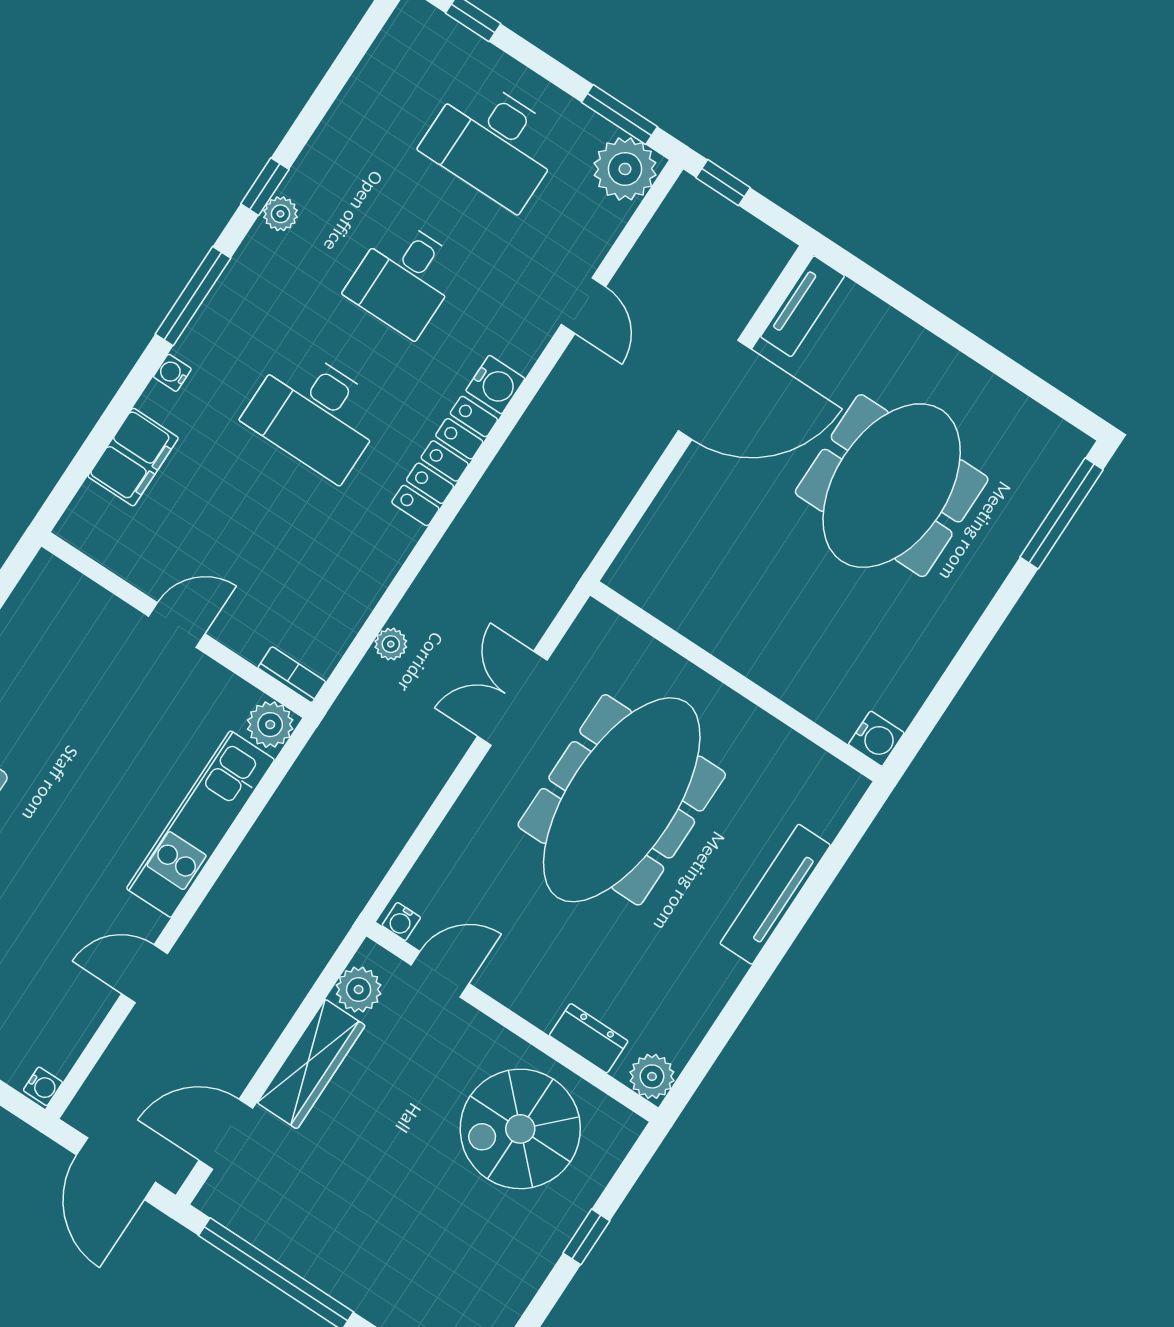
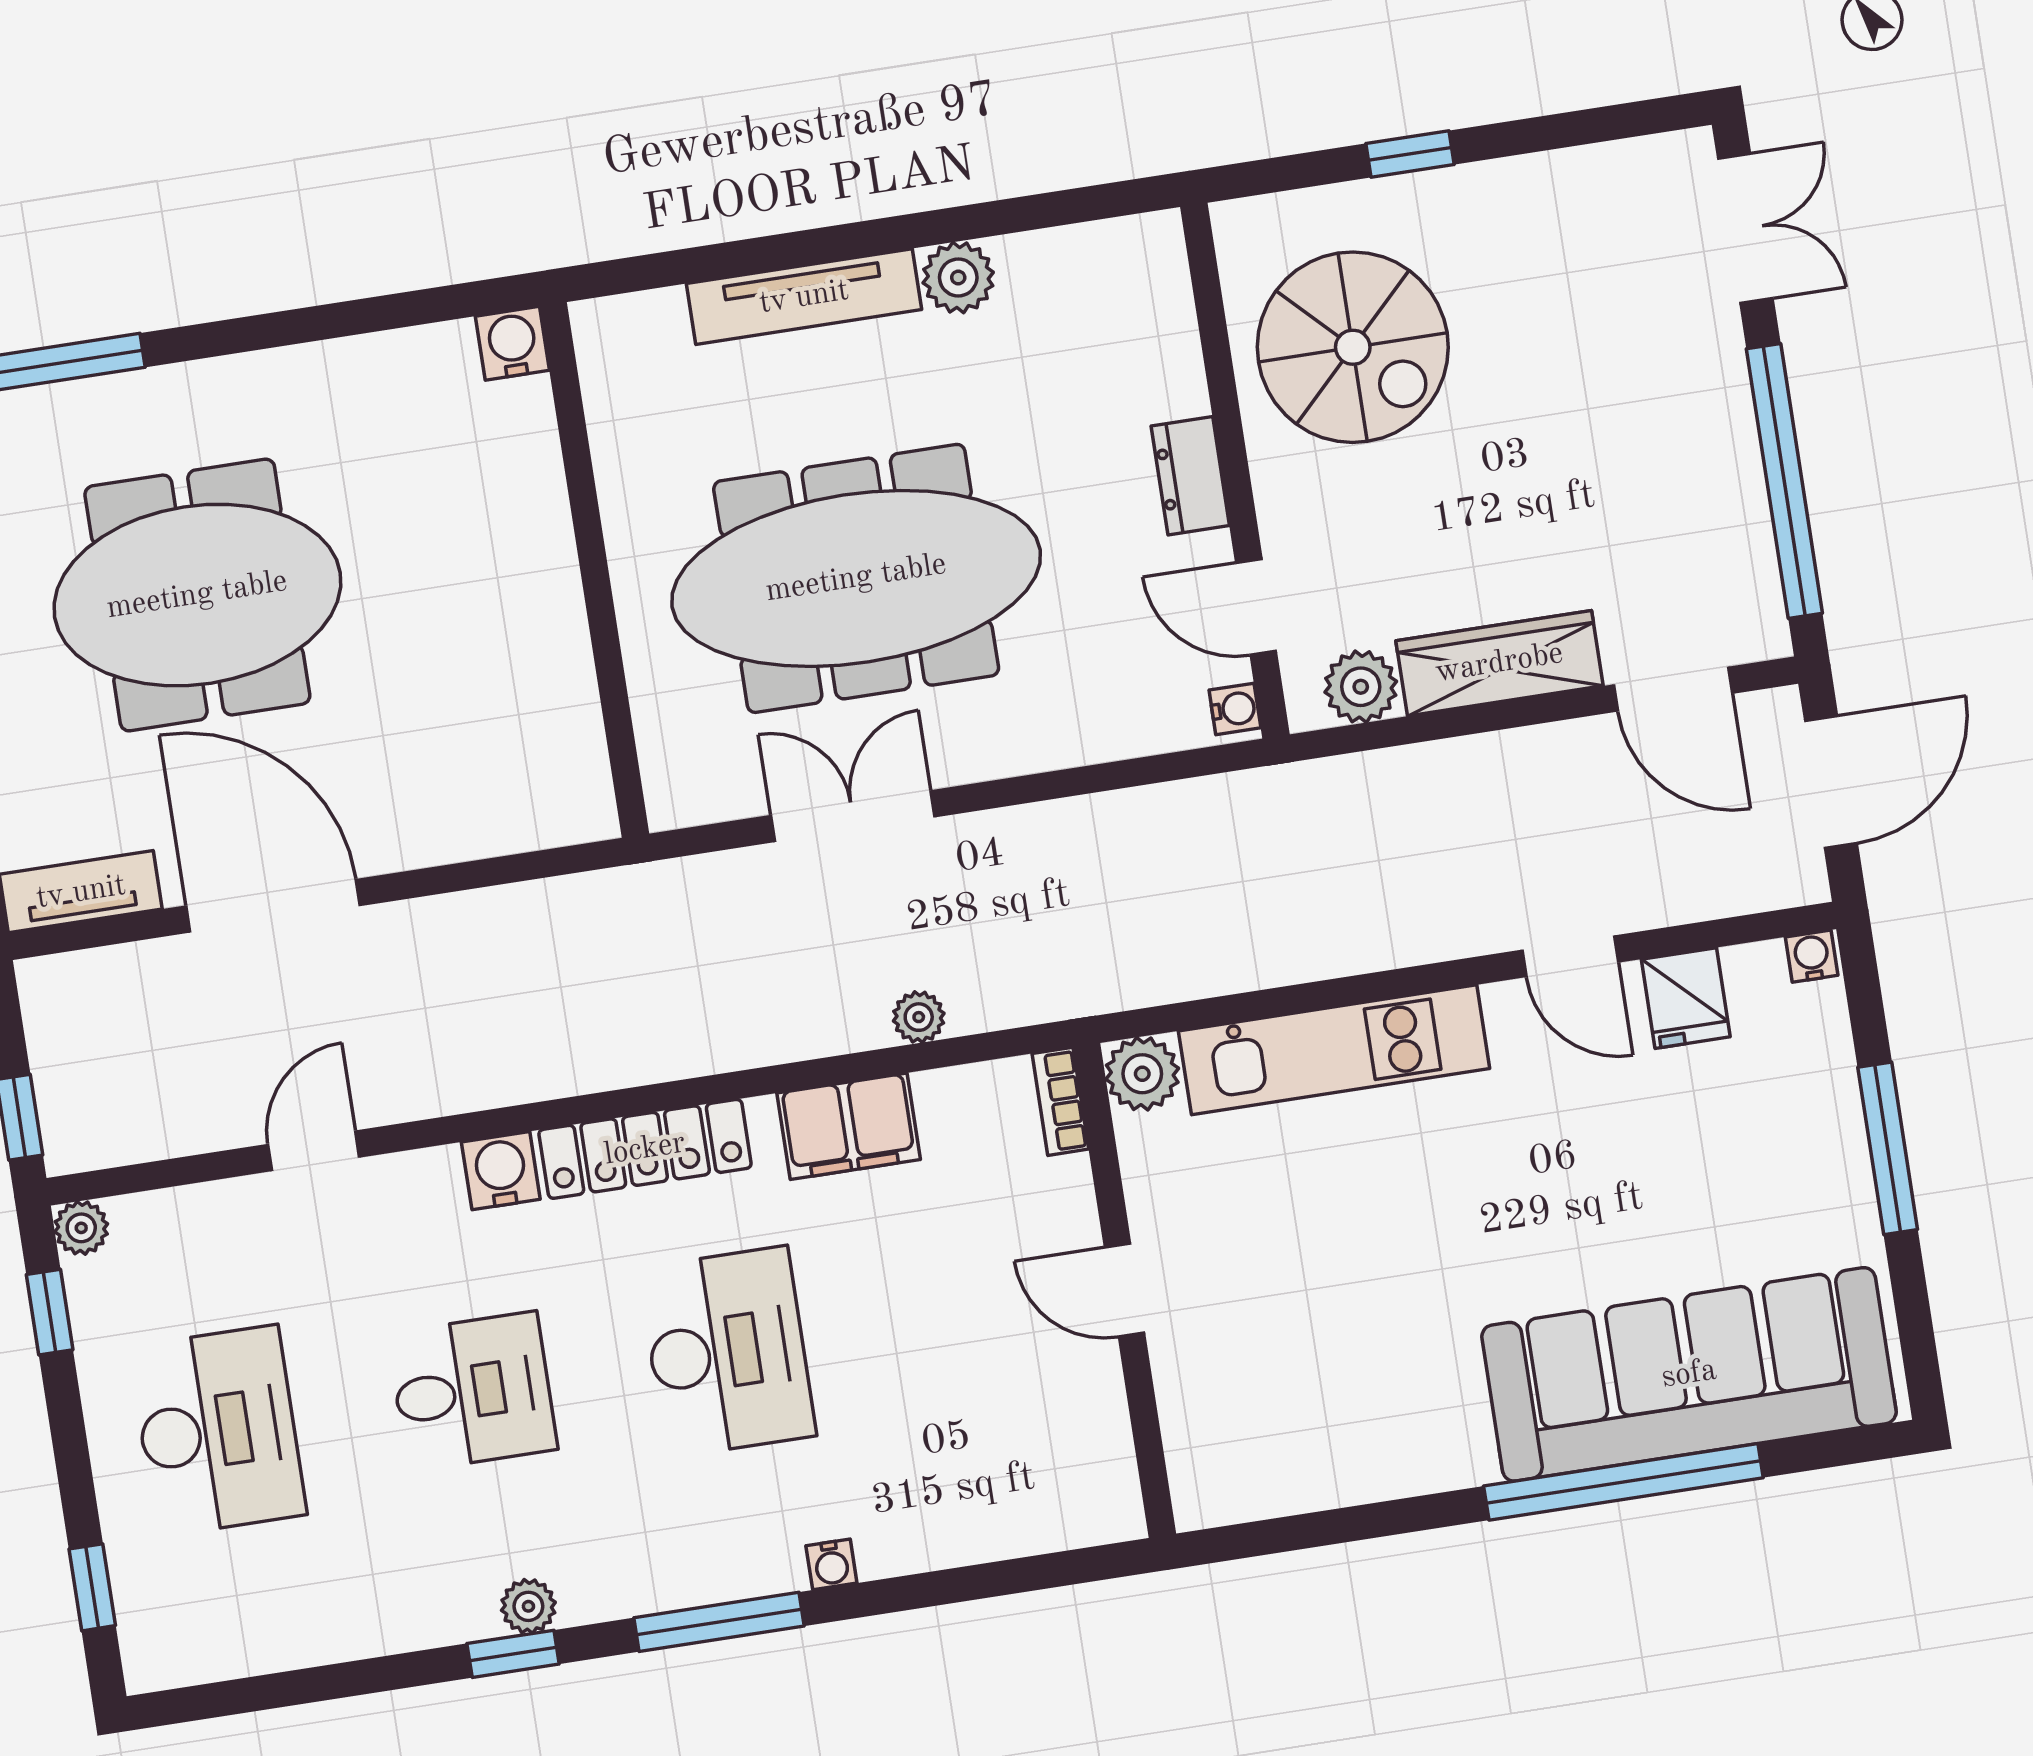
window: (619, 114) -> (50, 1312), width x0.67
plant: (625, 169) -> (81, 1228), width x0.53, depth x0.53
filing cabinet: (133, 457) -> (849, 1126), moved, turned 180
double door: (512, 698) -> (853, 816), swing flipped
fridge: (76, 1010) -> (1686, 998), added
dresser: (589, 1038) -> (1190, 476), moved
plant: (652, 1076) -> (958, 278), moved

